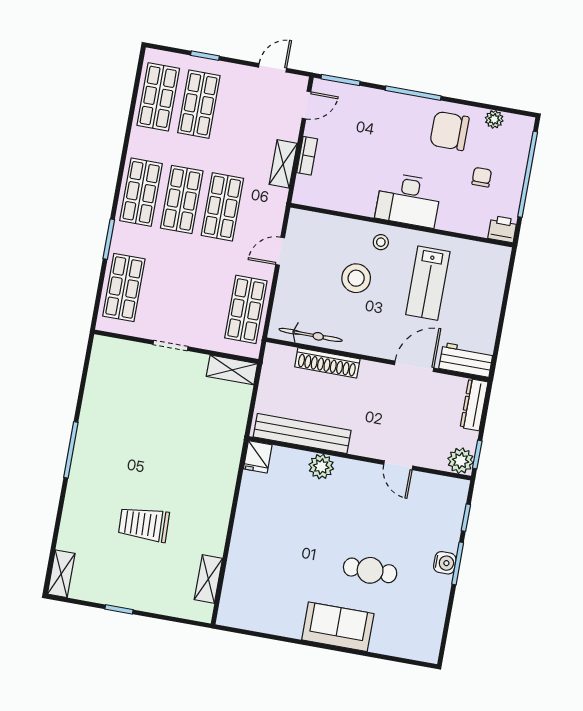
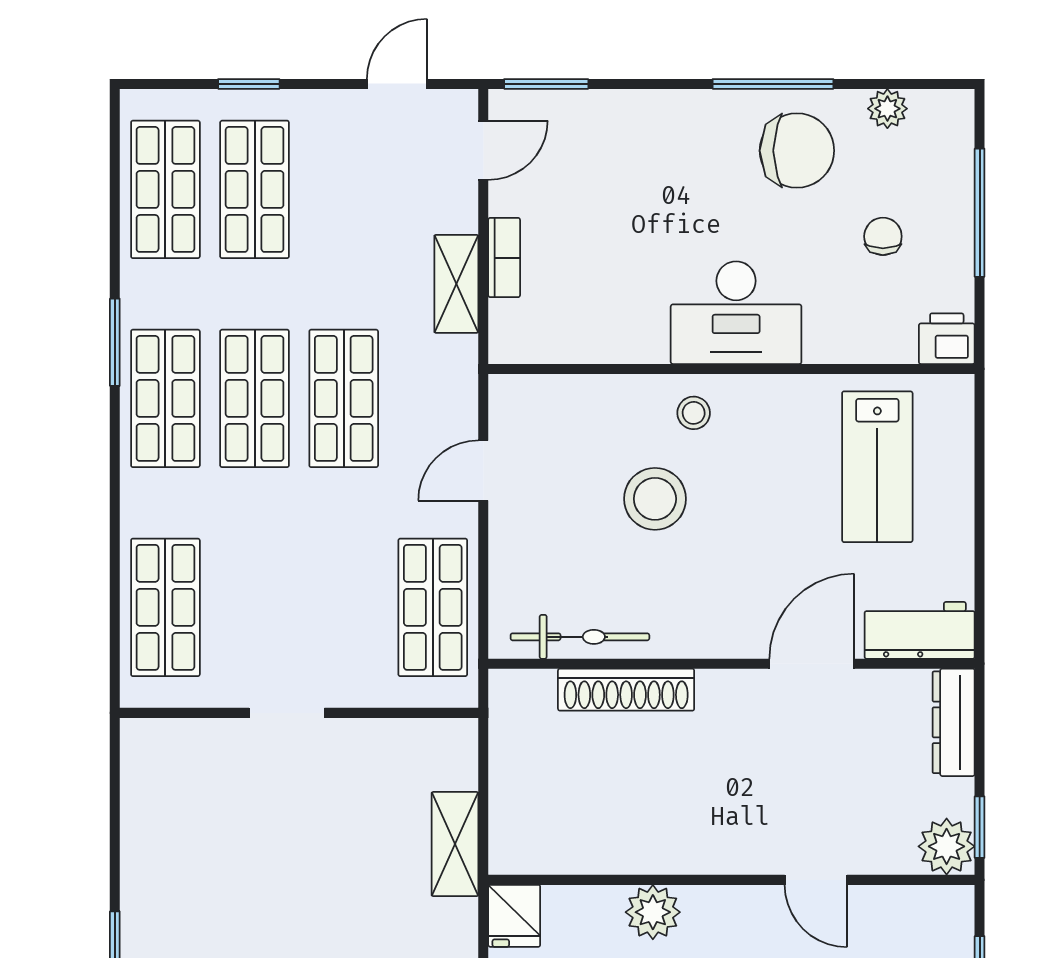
window: (413, 93) -> (773, 84), moved
chair: (449, 131) -> (797, 151), turned 180
window: (528, 174) -> (980, 213), width x0.68
window: (109, 239) -> (115, 342), moved
lab bench: (428, 283) -> (877, 467), moved
shelving: (232, 370) -> (455, 844), moved, turned 90
bench: (302, 434) -> (600, 849), removed

